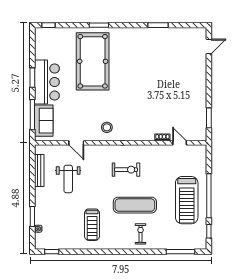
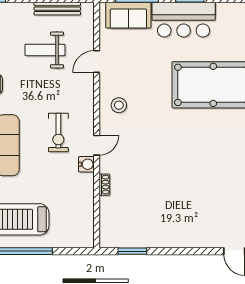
door: (180, 143) -> (97, 145), moved
water cooler: (148, 150) -> (86, 164), added

